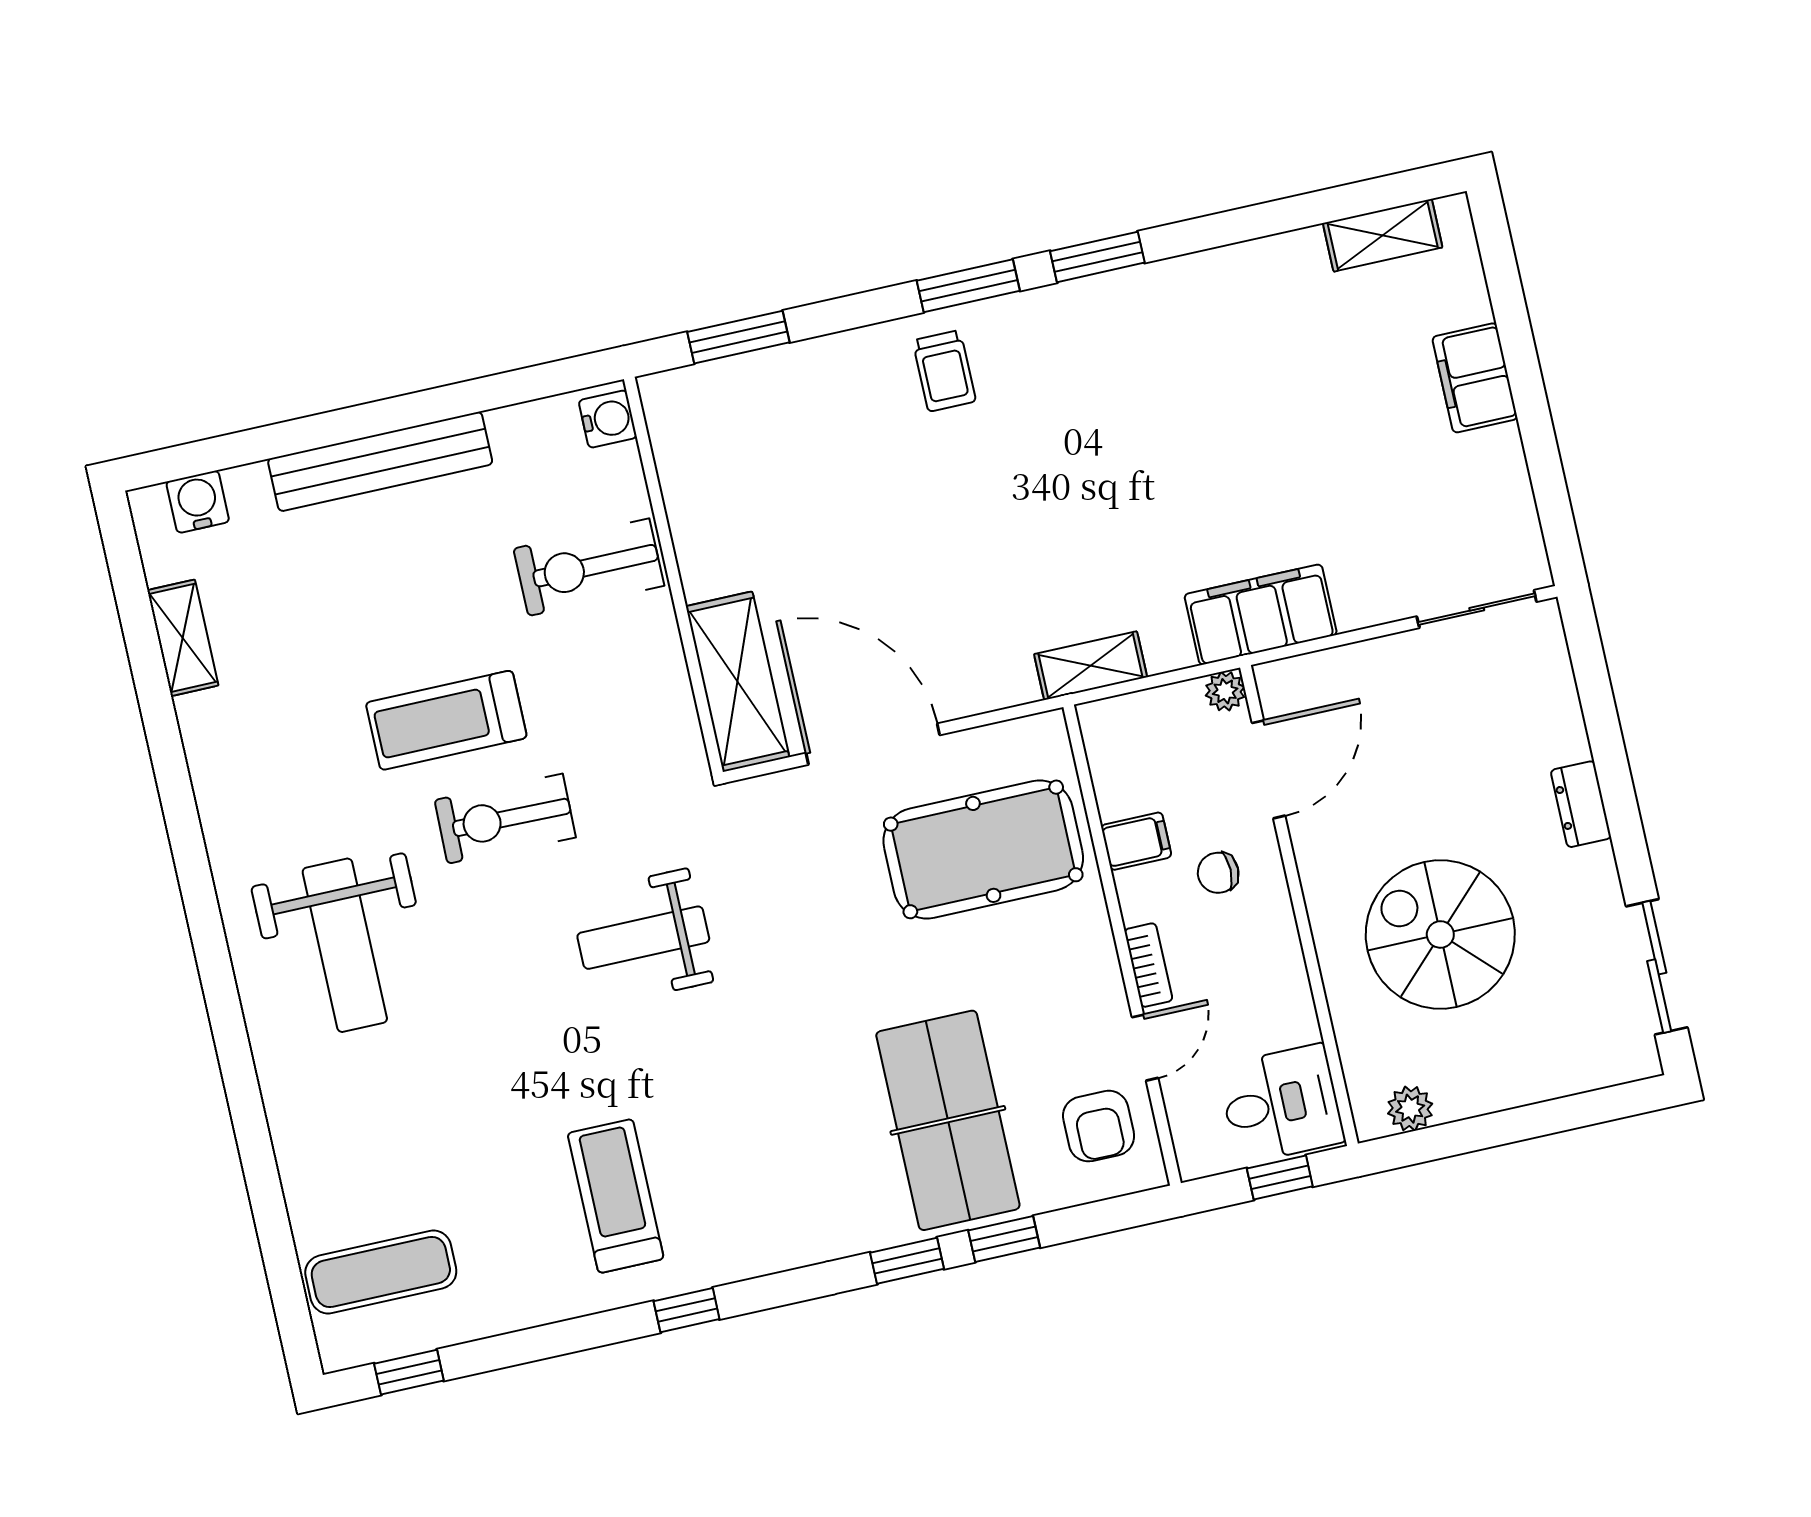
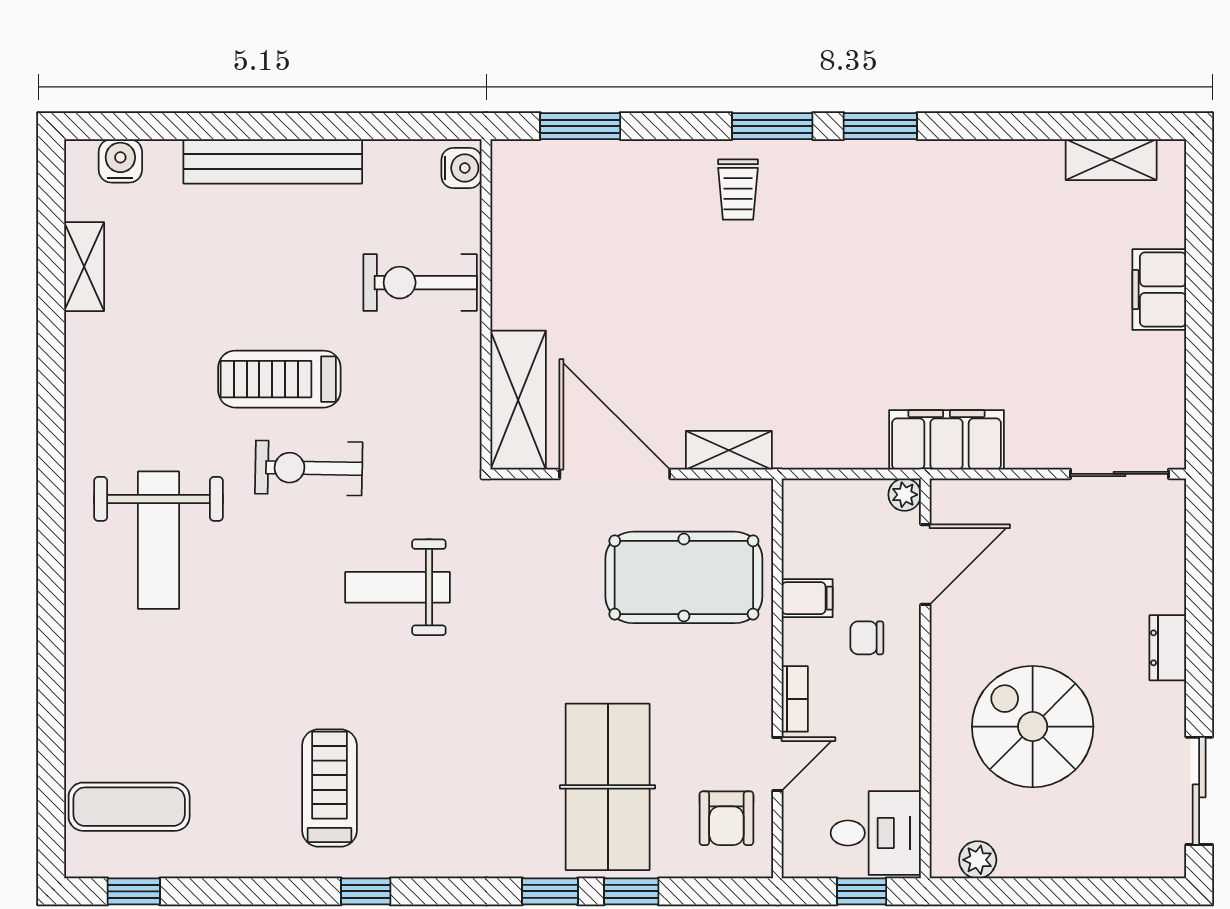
shelving: (1091, 666) -> (729, 450), moved

